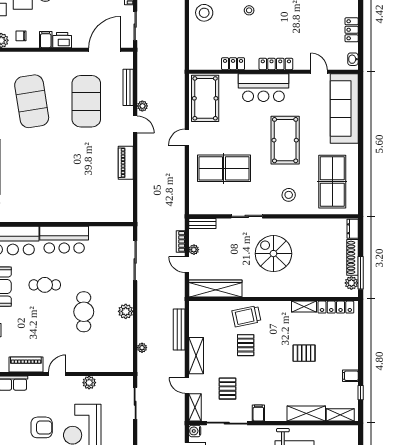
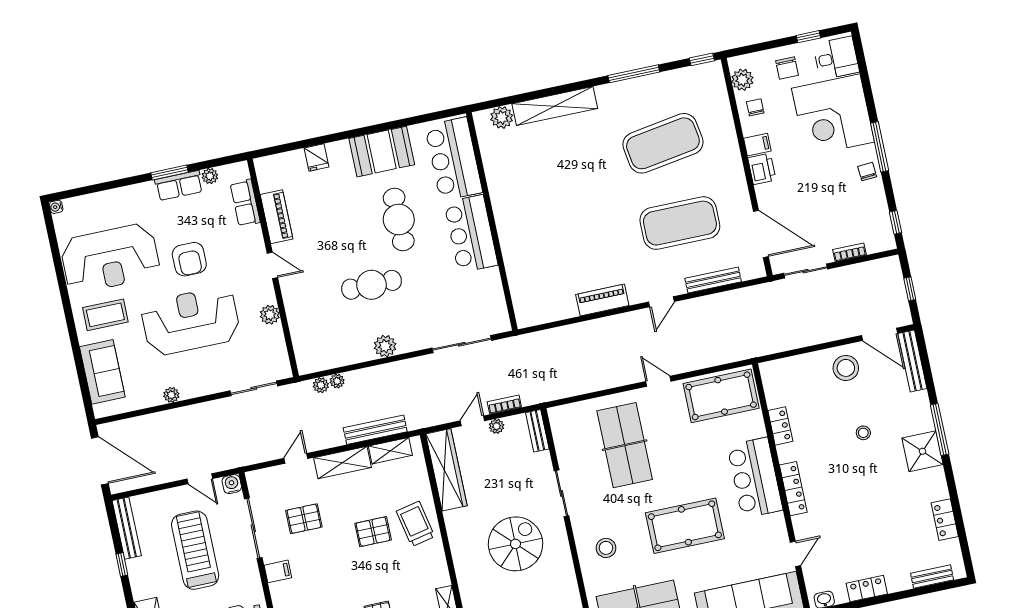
plant: (142, 106) -> (321, 385), moved
cafe table: (45, 285) -> (399, 219), width x1.37, depth x1.35
shelving: (195, 407) -> (390, 451), moved

